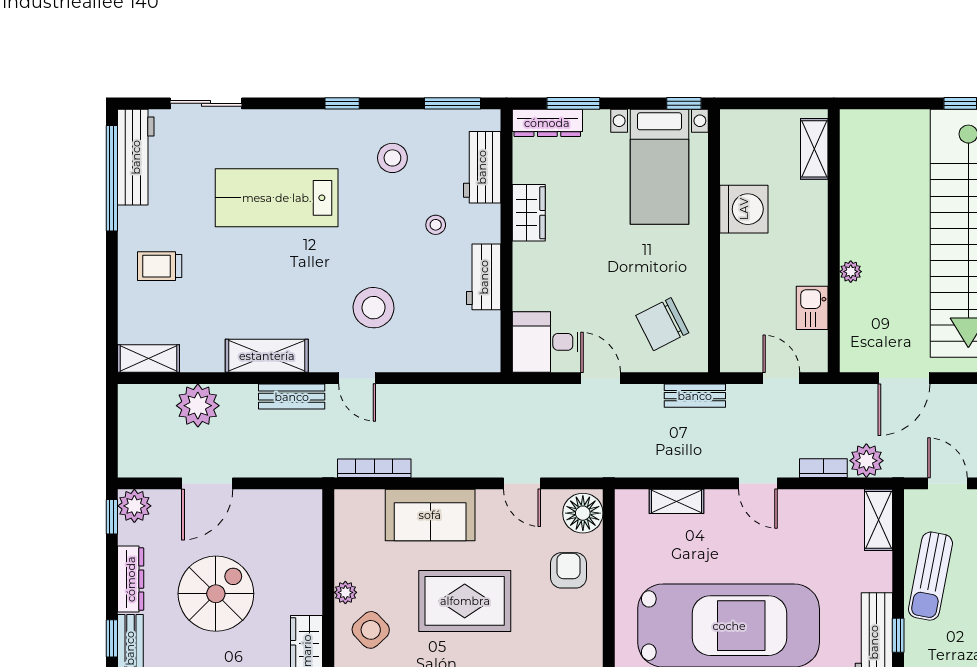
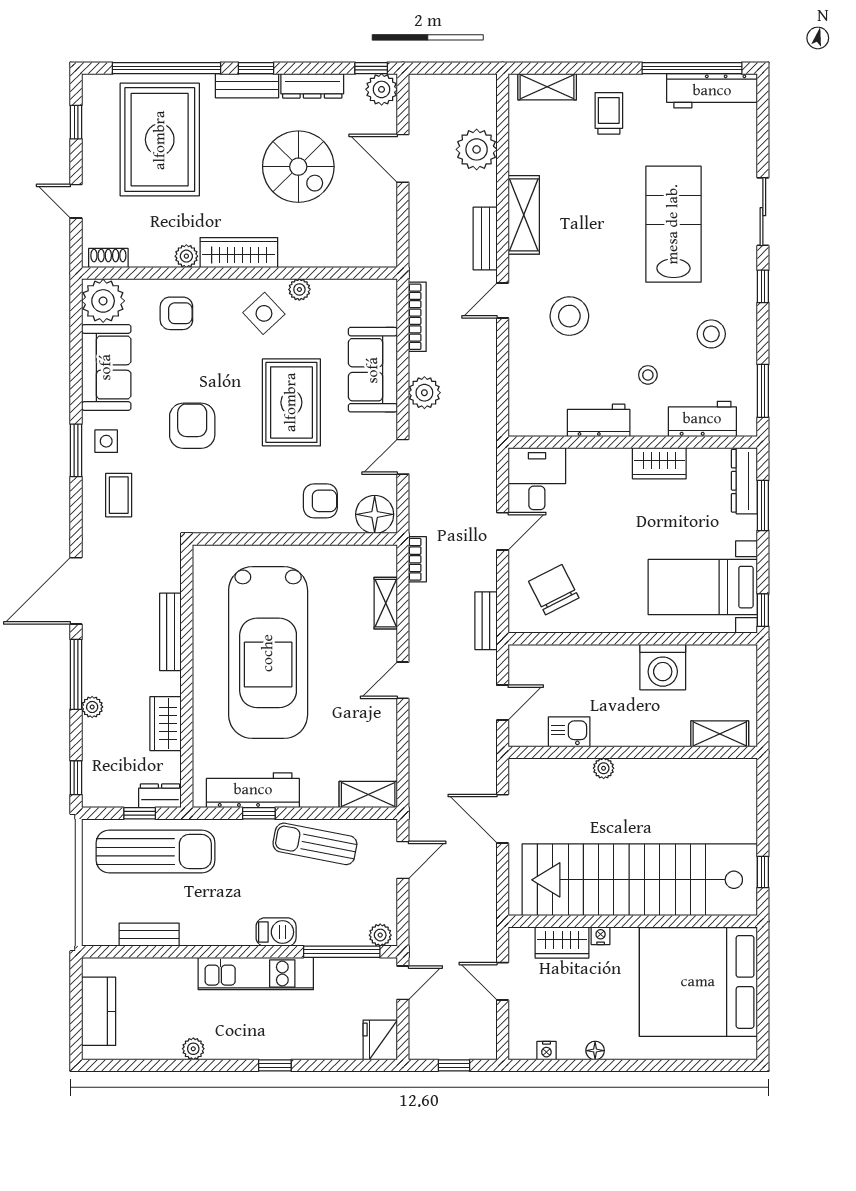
sliding door: (206, 103) -> (763, 212), moved
shelving: (149, 358) -> (547, 87), moved, turned 90
plant: (866, 461) -> (424, 393), moved
bookcase: (823, 468) -> (417, 559), moved

